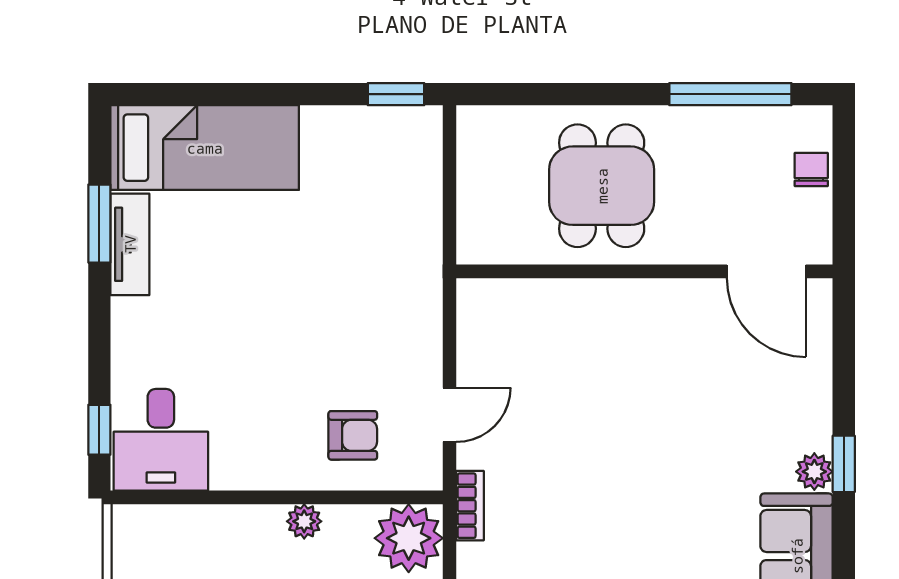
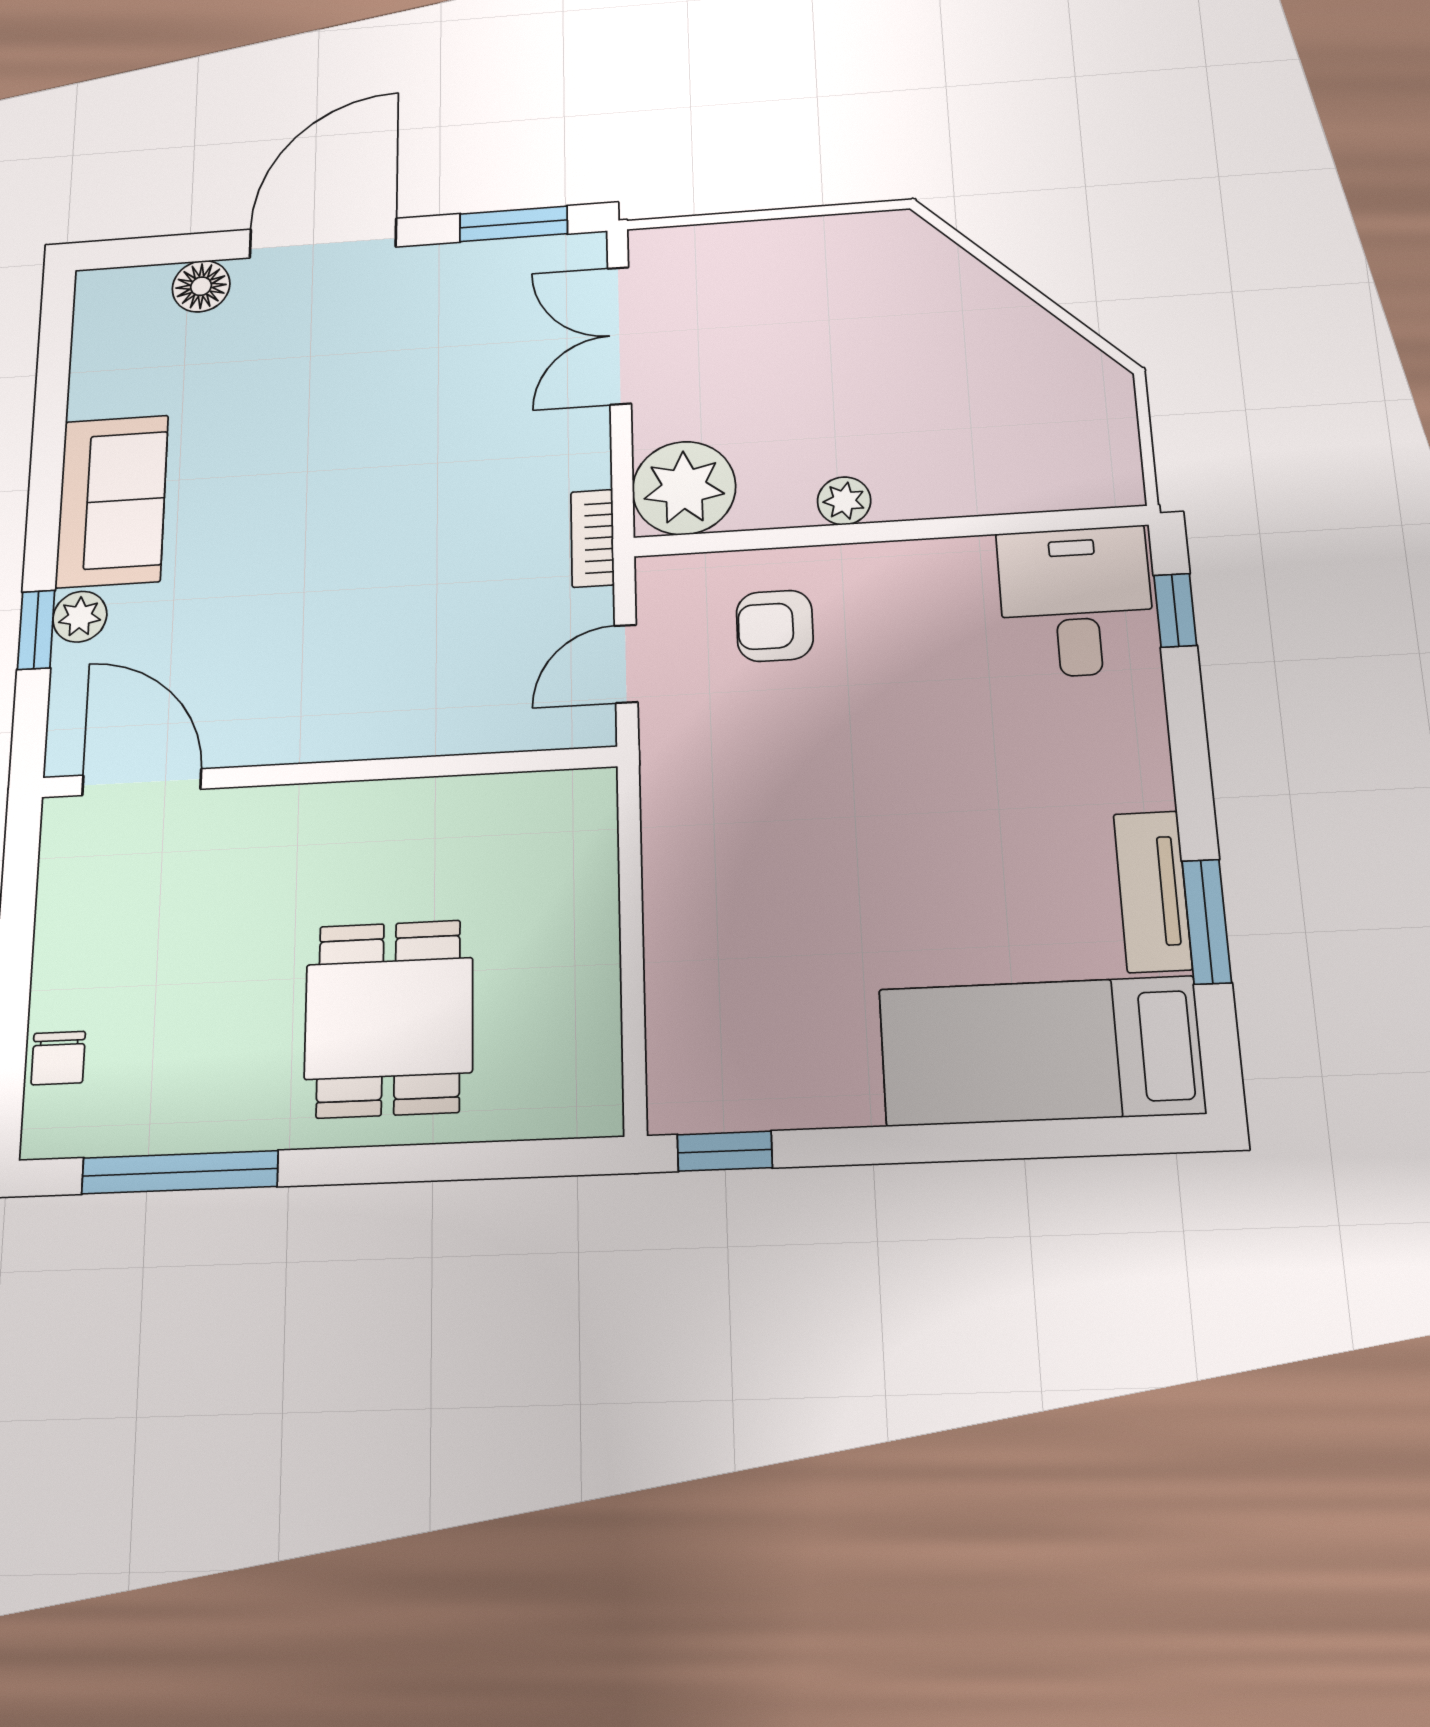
wall: (644, 271) -> (327, 772), moved
door: (766, 271) -> (142, 782), moved

